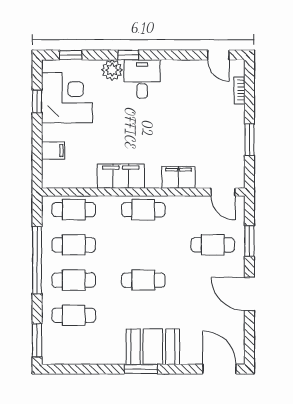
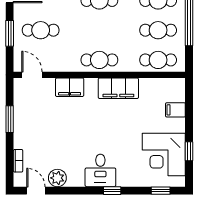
plant: (112, 70) -> (57, 178), moved

